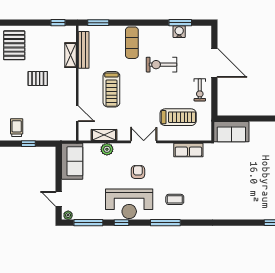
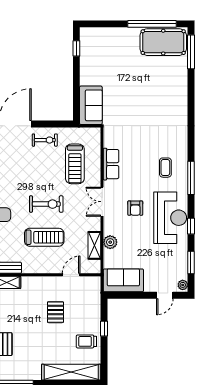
exercise bike: (161, 65) -> (46, 204), moved, turned -90
pallet: (38, 79) -> (55, 312), moved
treadmill: (178, 117) -> (75, 164), turned 180
row of seats: (188, 150) -> (111, 164), moved
armchair: (138, 172) -> (135, 208), turned -90
window: (88, 223) -> (191, 263), width x0.69

